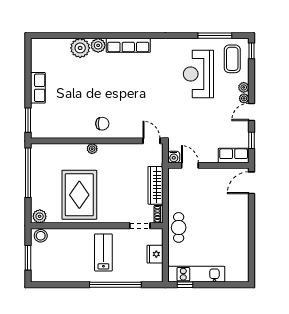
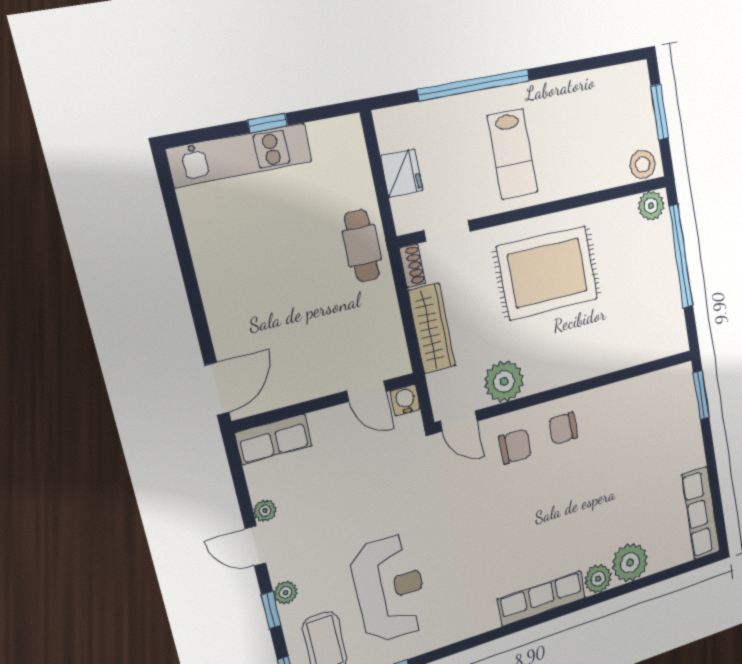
row of seats: (38, 88) -> (701, 513), moved, width x1.48
plant: (244, 98) -> (265, 511), moved
door: (251, 112) -> (255, 546), swing flipped
chair: (127, 122) -> (515, 446), added
window: (251, 140) -> (271, 610), moved
plant: (92, 149) -> (504, 381), moved, width x1.87, depth x1.87
window: (28, 173) -> (681, 256), moved
rug: (79, 195) -> (548, 273), moved, turned 90
kitchen unit: (196, 274) -> (240, 155), moved
window: (185, 285) -> (268, 123), moved

